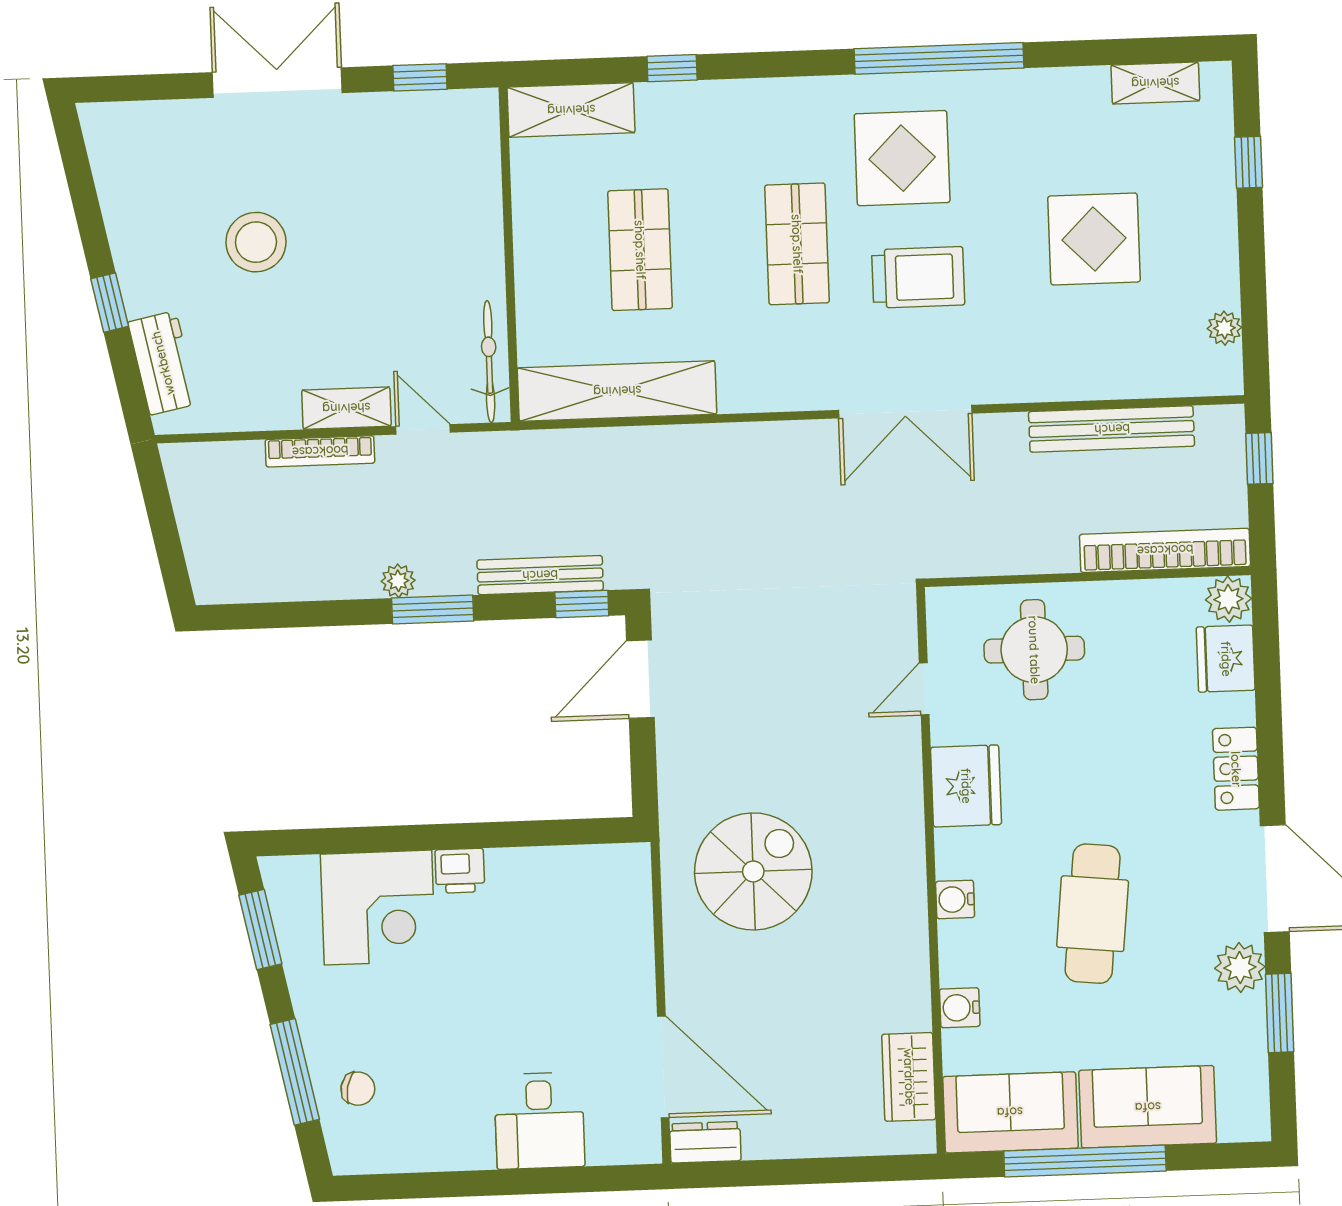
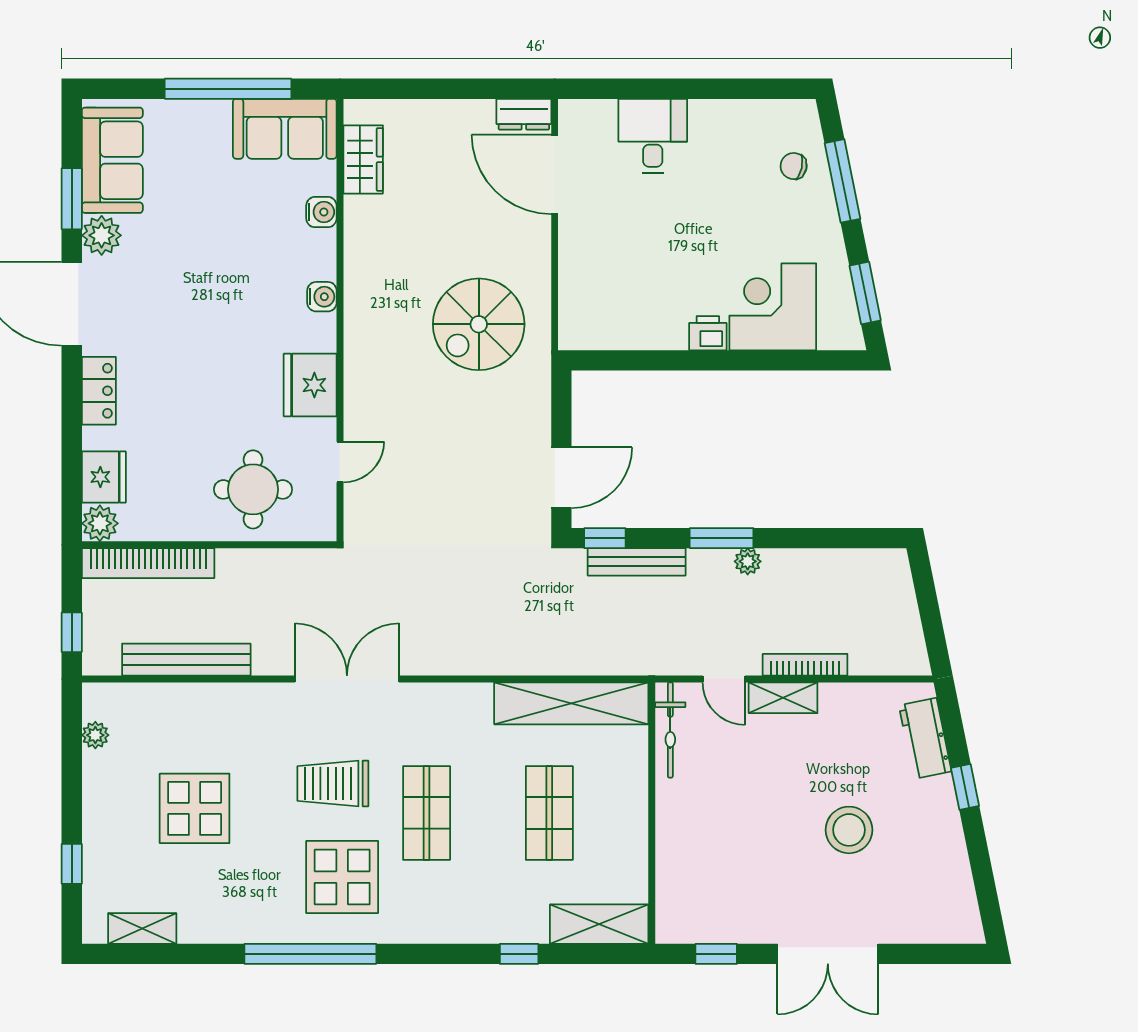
cafe table: (1093, 914) -> (215, 282), removed
sofa: (1148, 1107) -> (112, 160), moved, turned -90

